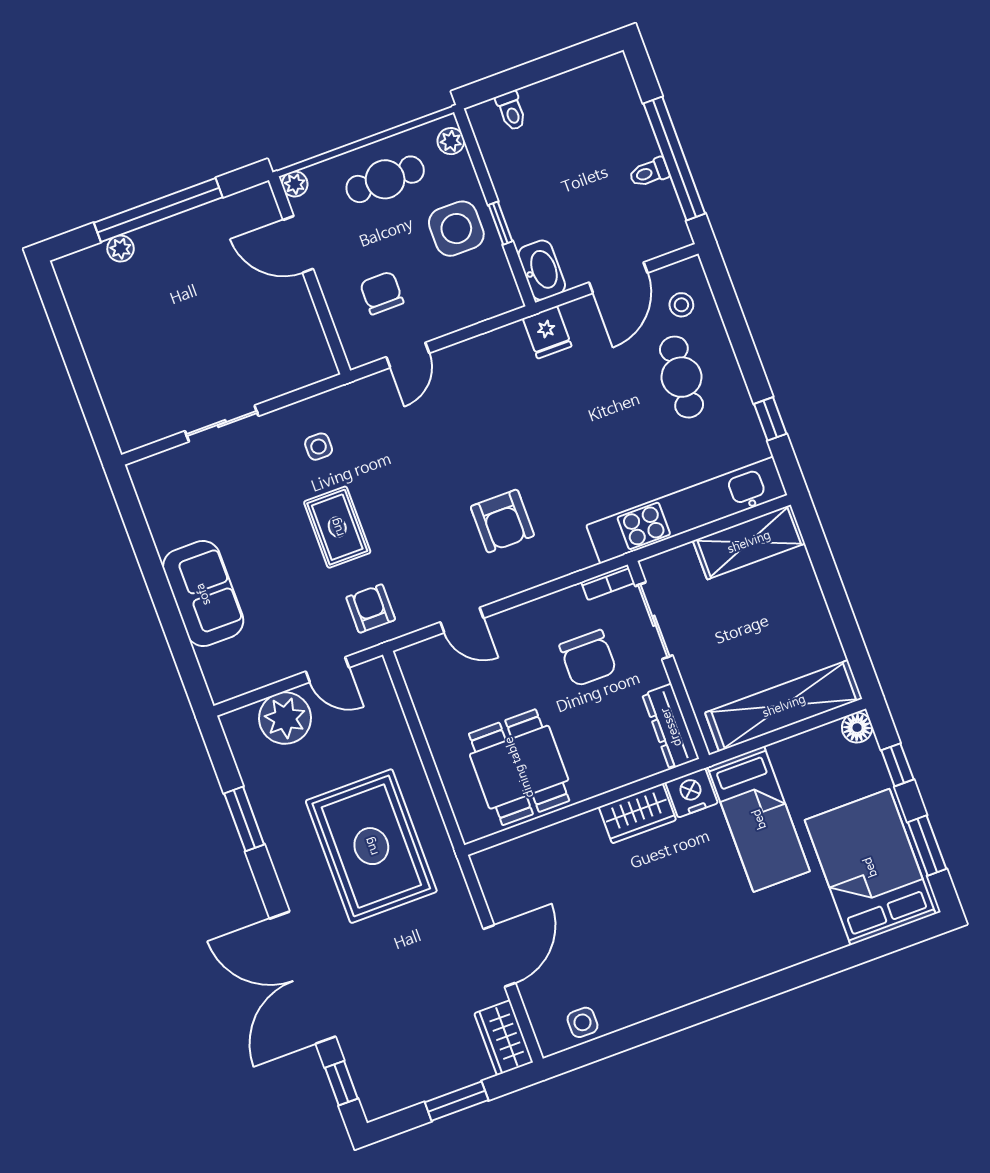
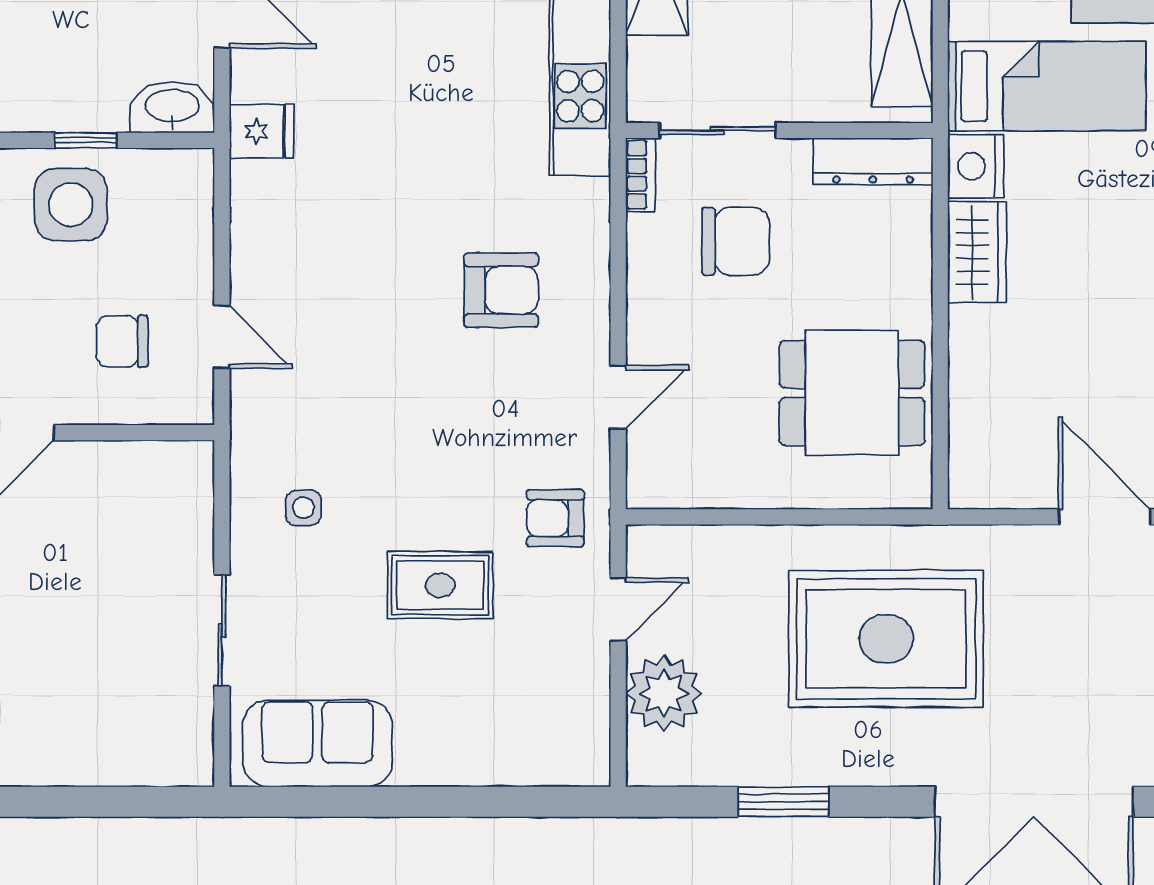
rug: (337, 527) -> (440, 585), moved
sofa: (203, 594) -> (317, 743), moved

